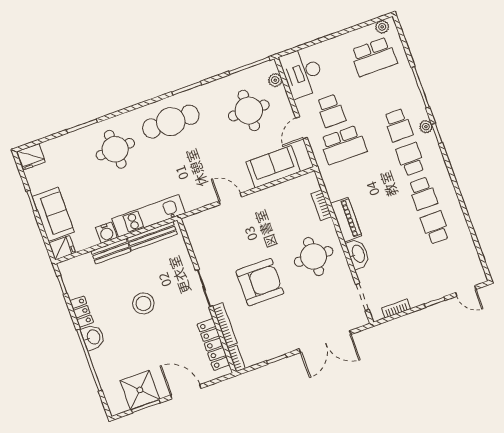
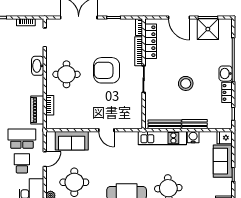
piano: (346, 220) -> (37, 110), moved

